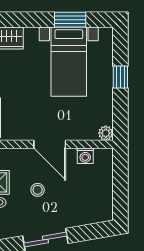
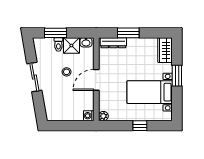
window: (70, 20) -> (177, 76), moved
washing machine: (85, 156) -> (89, 116), moved

